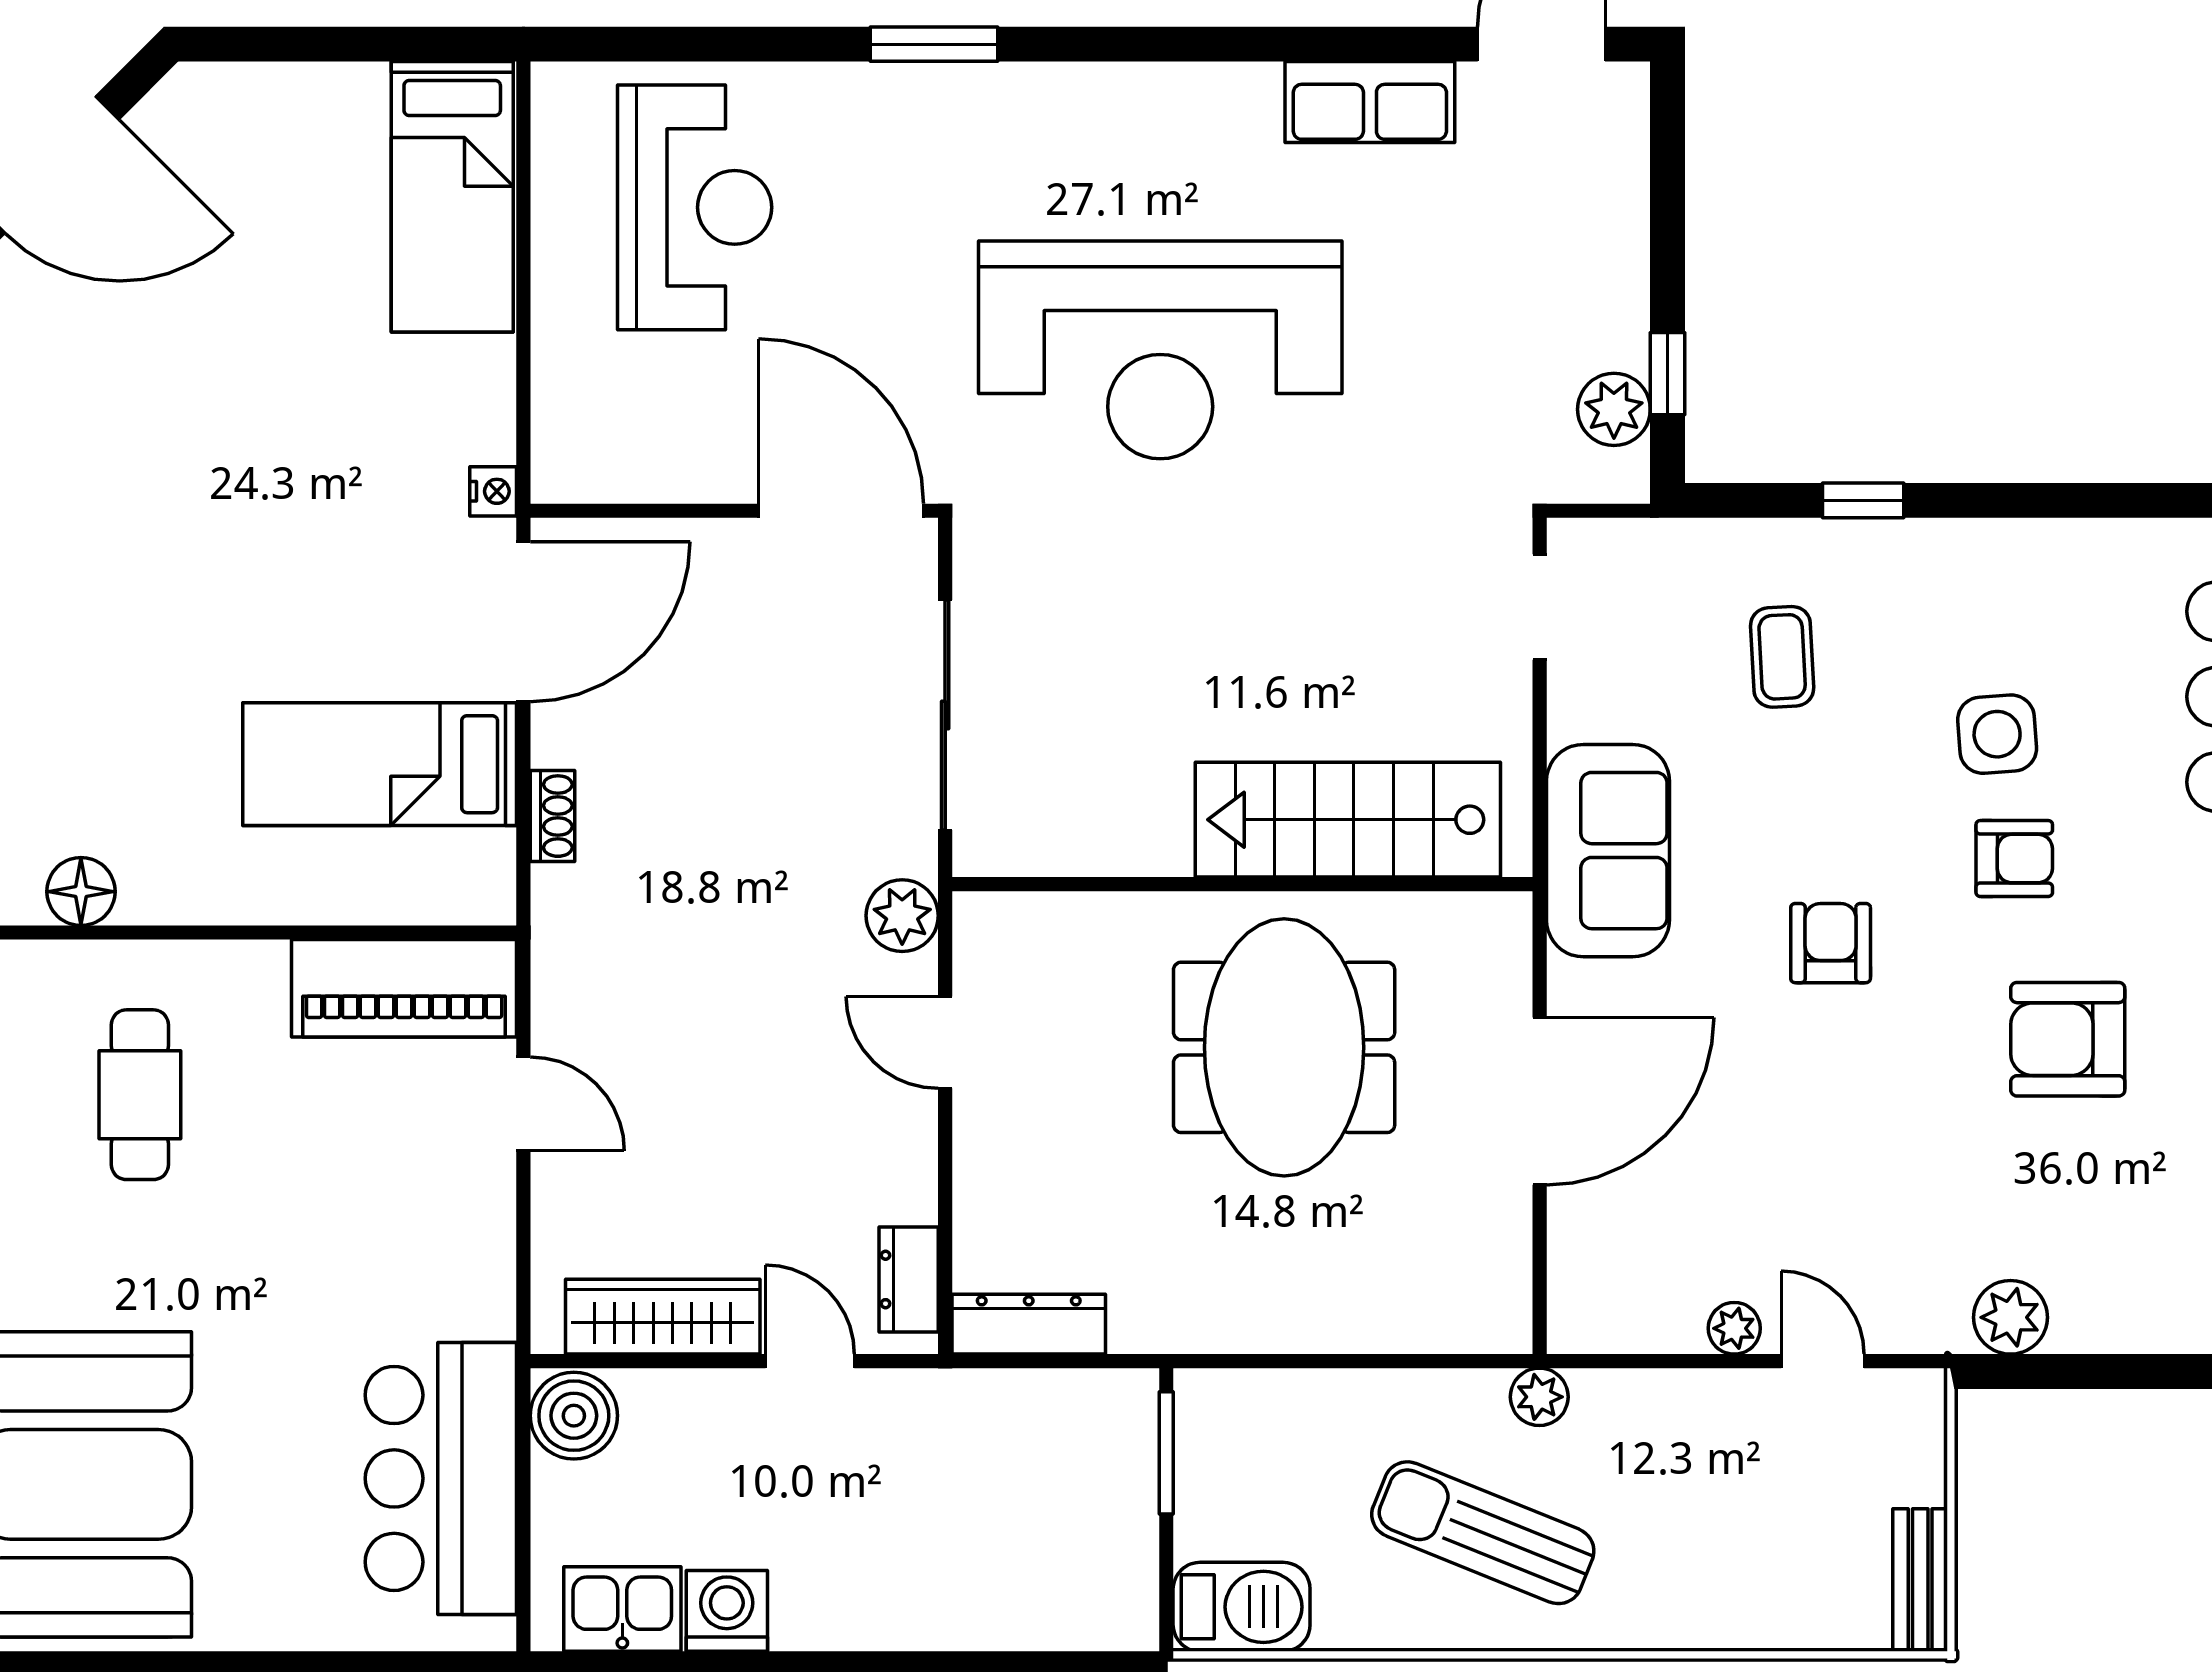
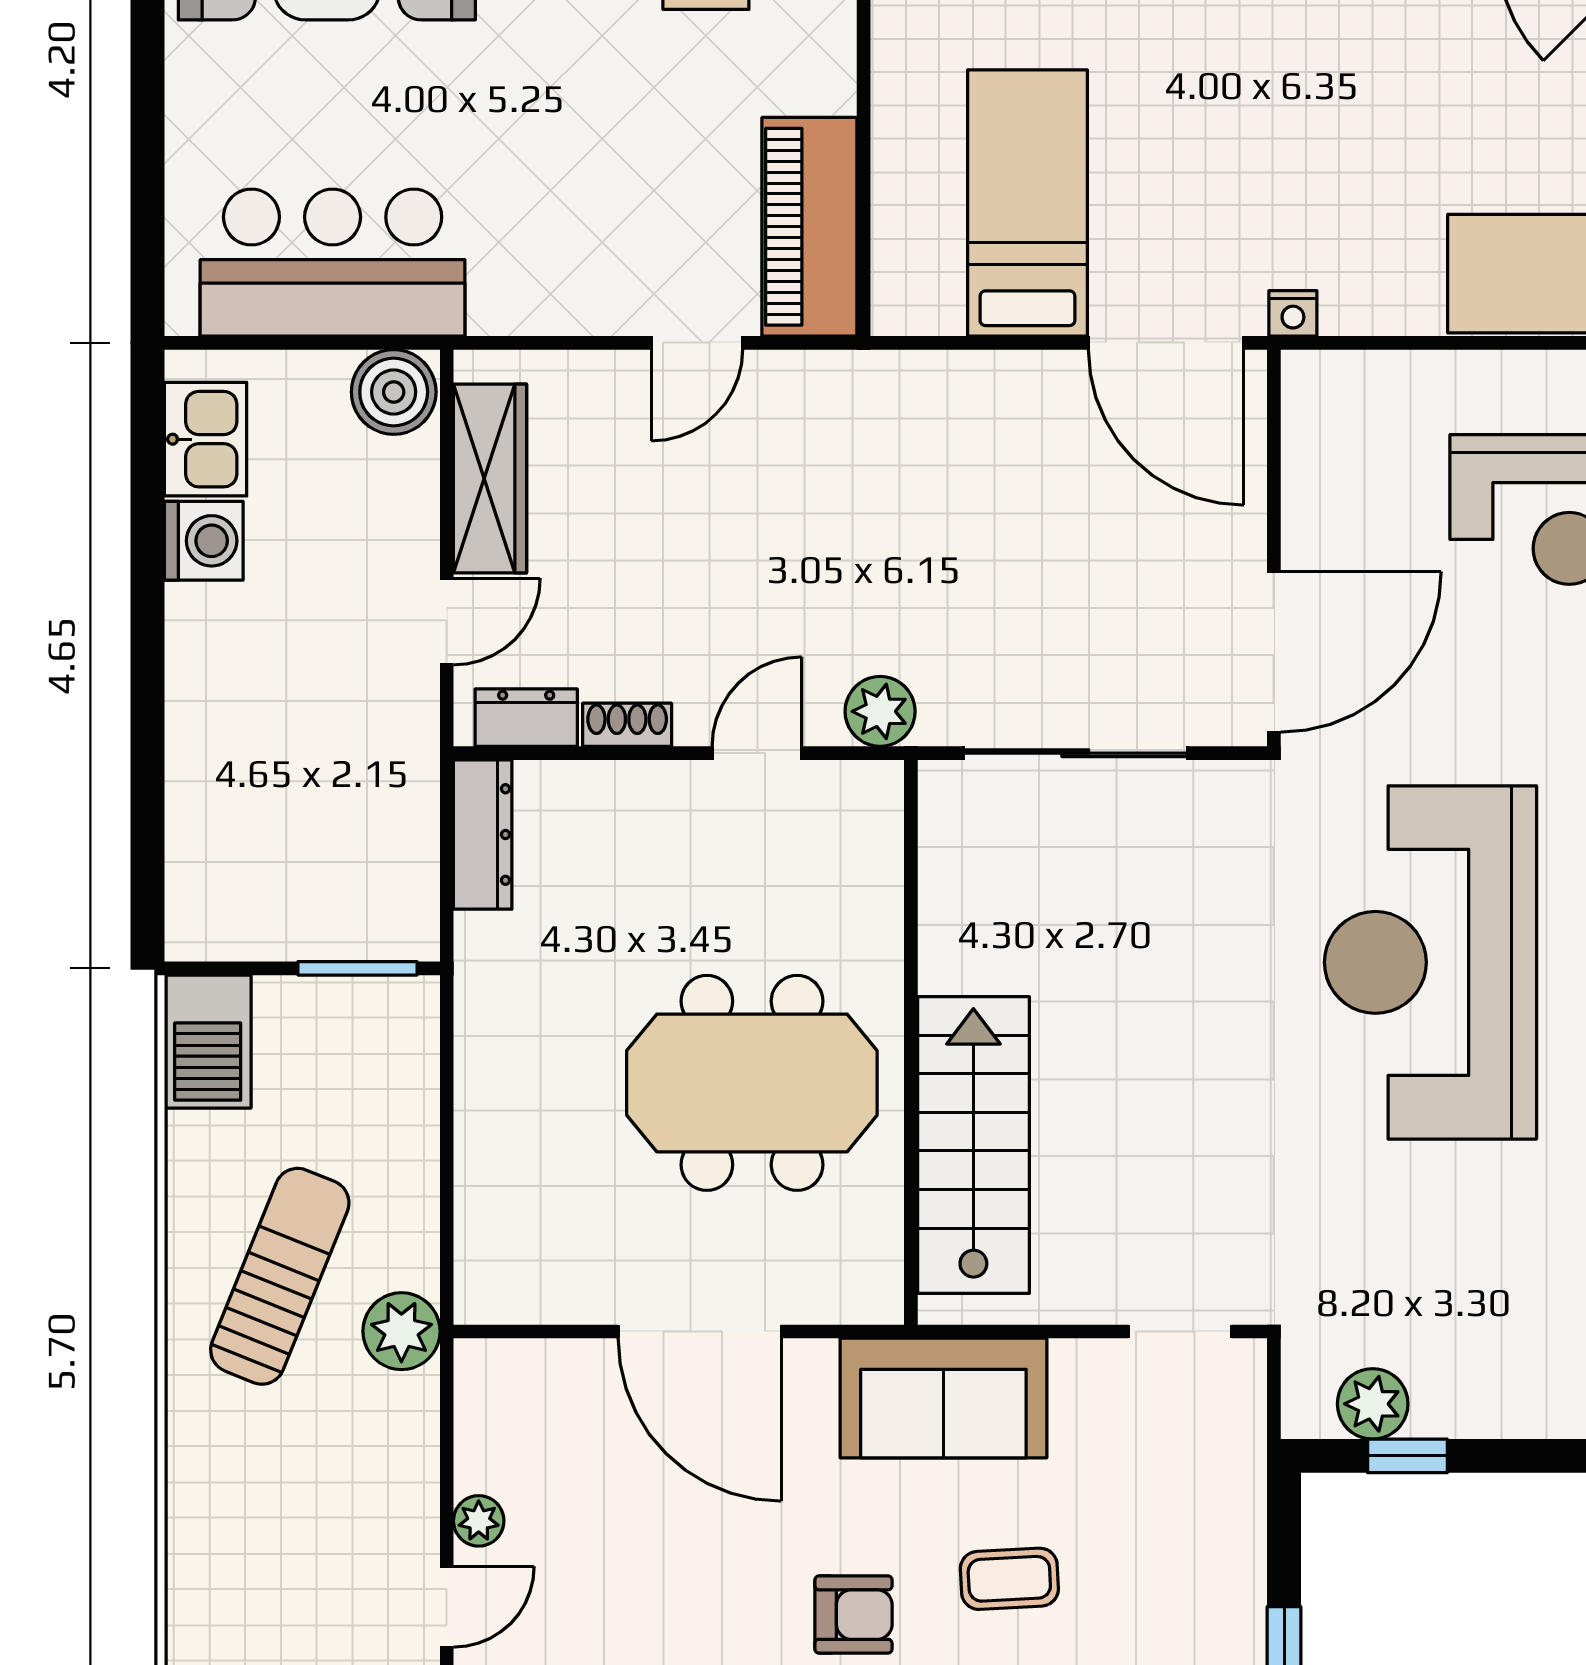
coffee table: (1782, 657) -> (1009, 1579), moved
shoe rack: (553, 816) -> (627, 725), moved, turned 180
plant: (1539, 1397) -> (401, 1331), width x1.38, depth x1.38

